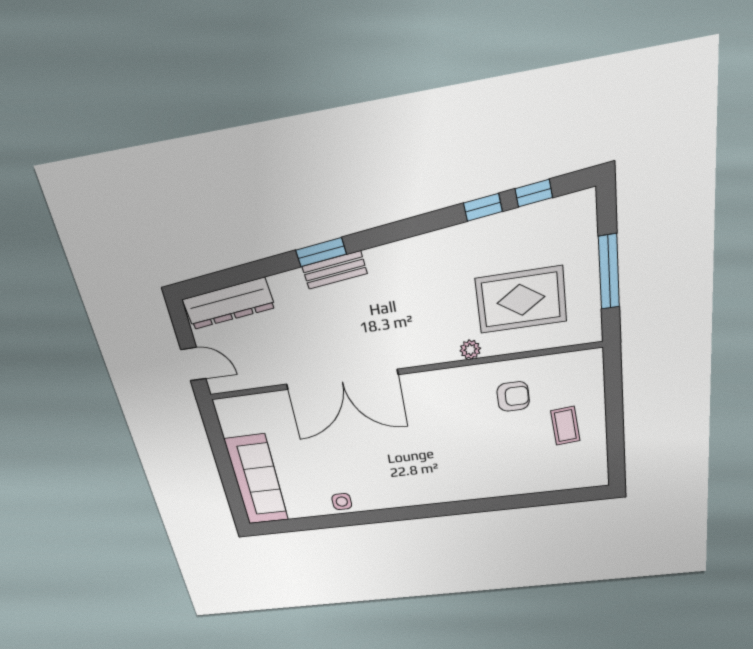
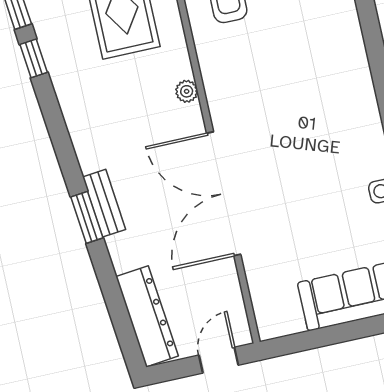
plant: (470, 350) -> (187, 91), moved
double door: (342, 379) -> (224, 194), swing flipped

